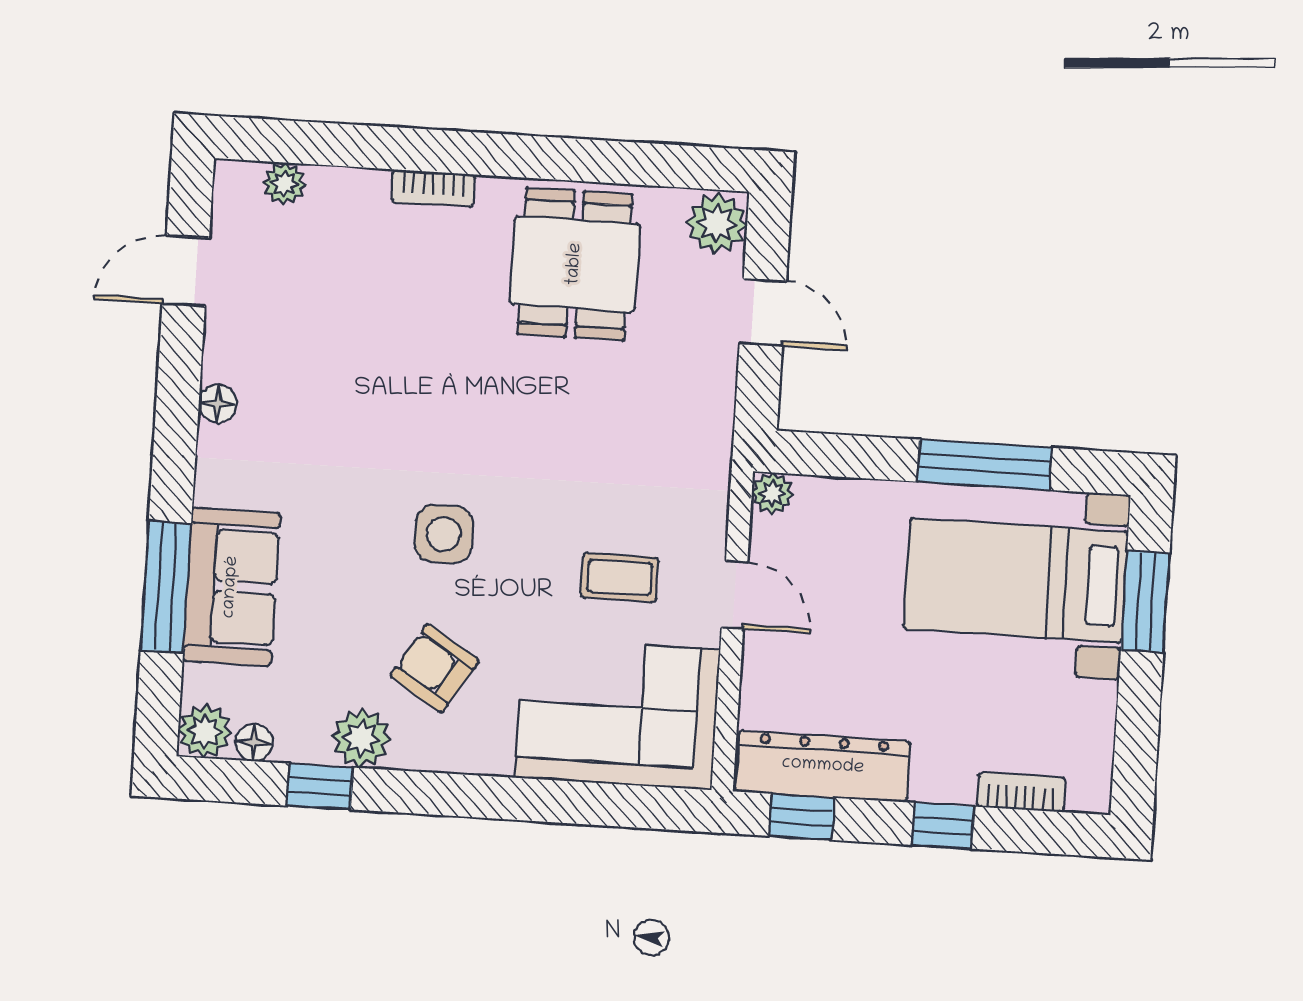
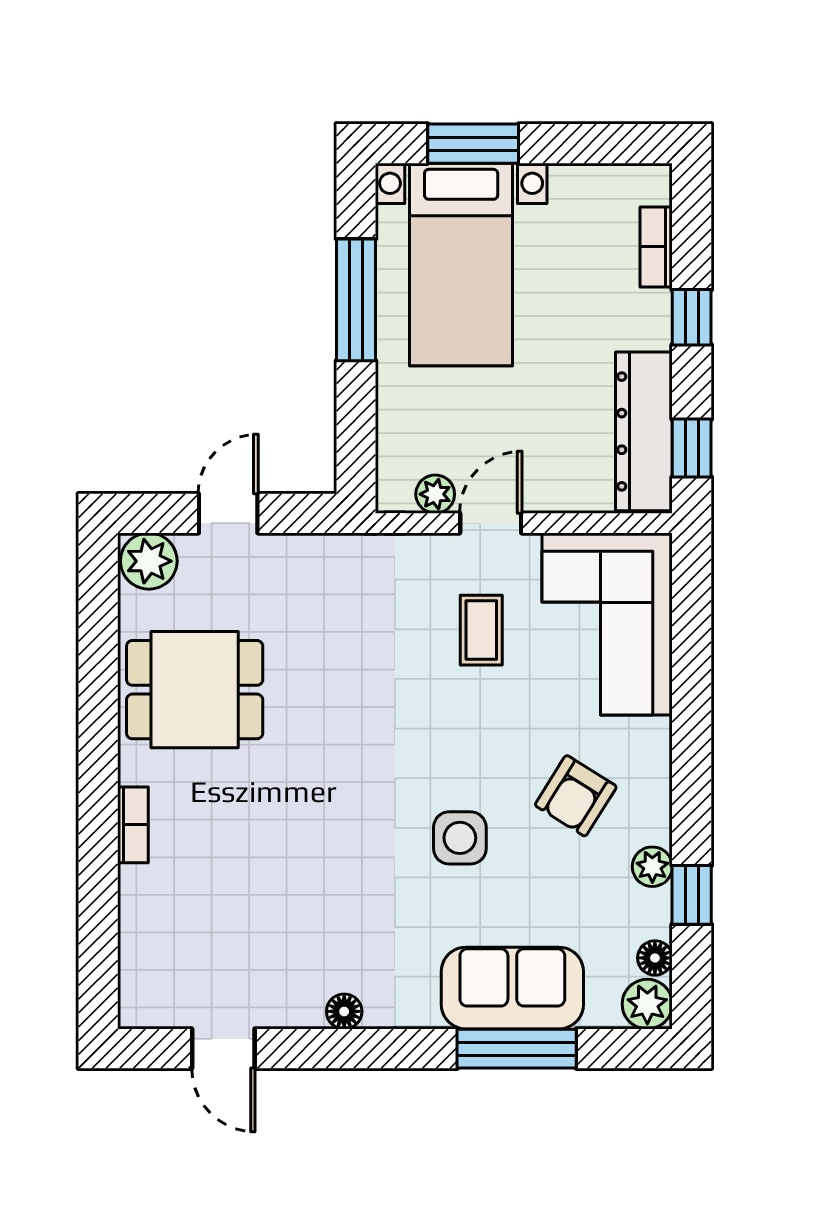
plant: (284, 184) -> (137, 962), removed
plant: (772, 493) -> (435, 494), moved
side table: (444, 534) -> (460, 838), moved
plant: (361, 738) -> (652, 867), width x0.73, depth x0.73

